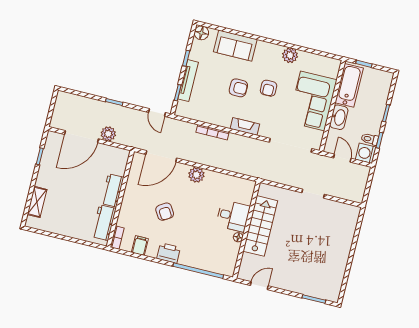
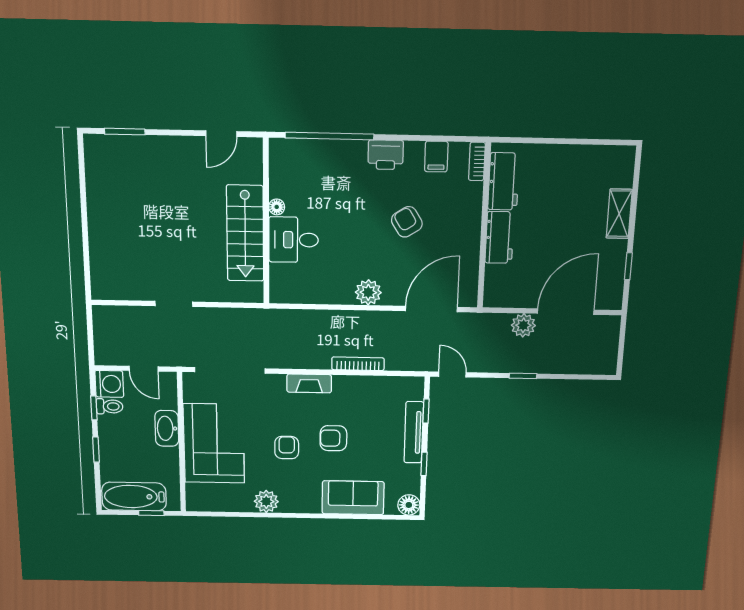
bathtub: (349, 85) -> (134, 497), moved, turned 90
shelving: (37, 202) -> (619, 214), moved

